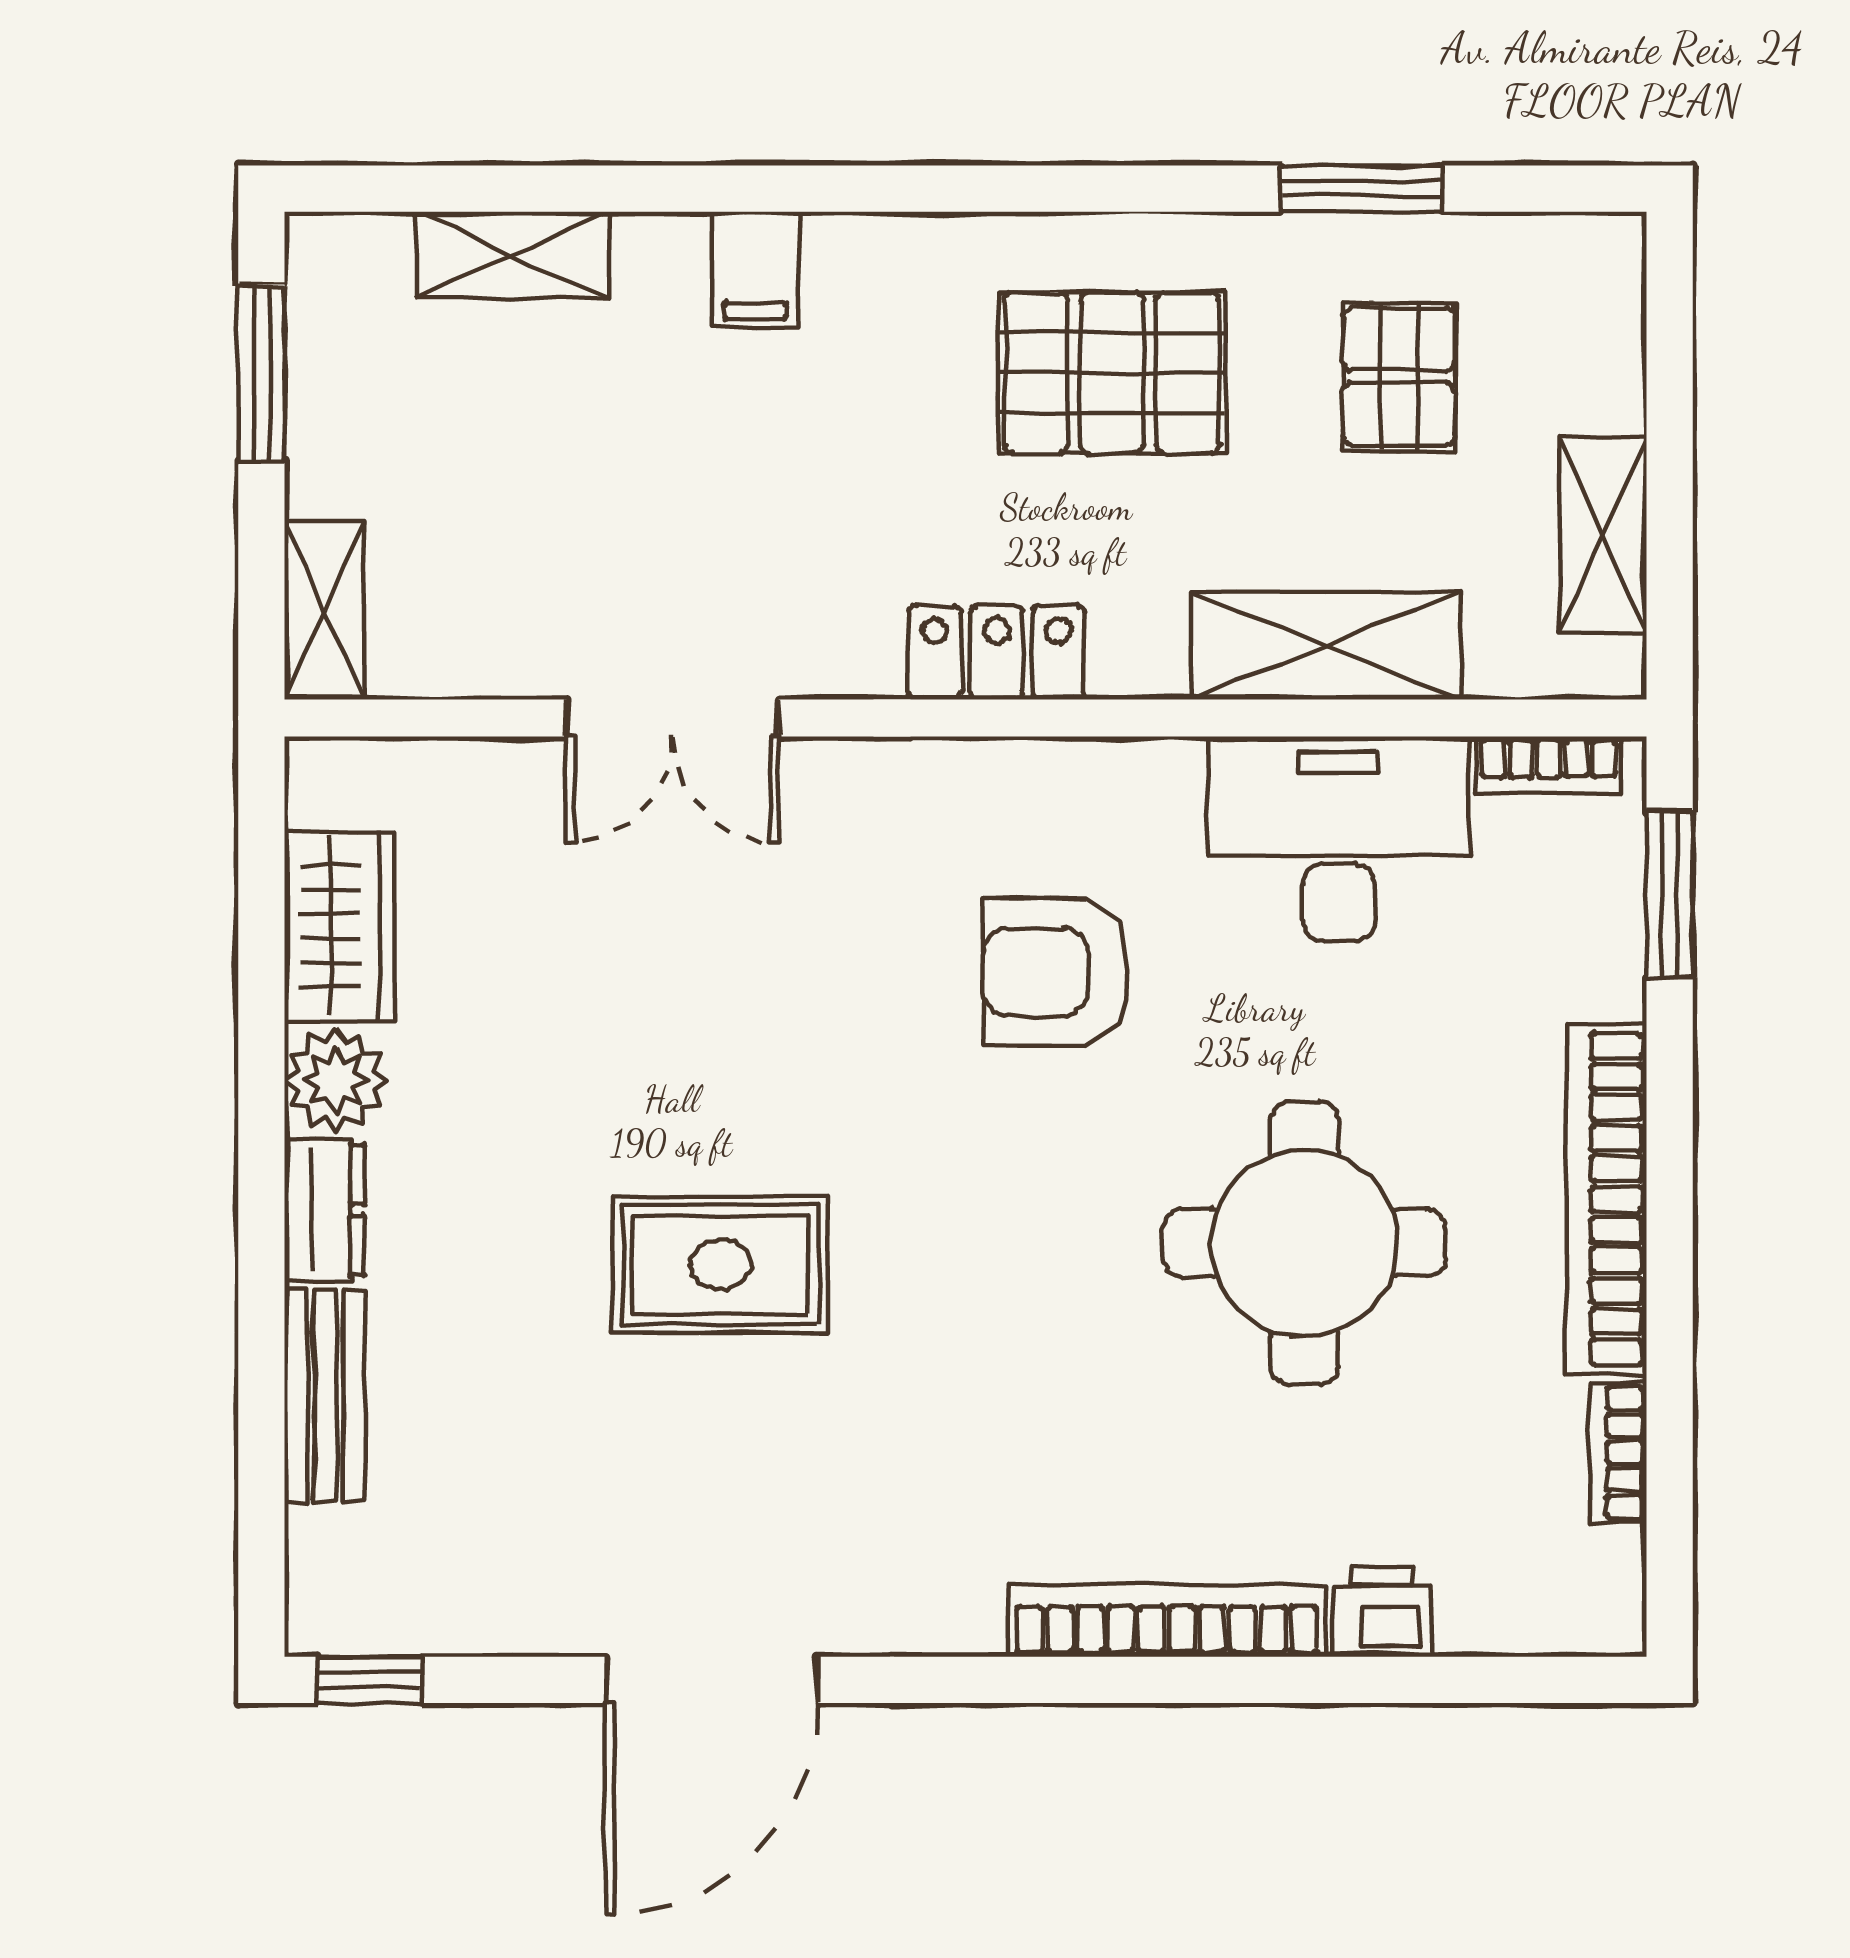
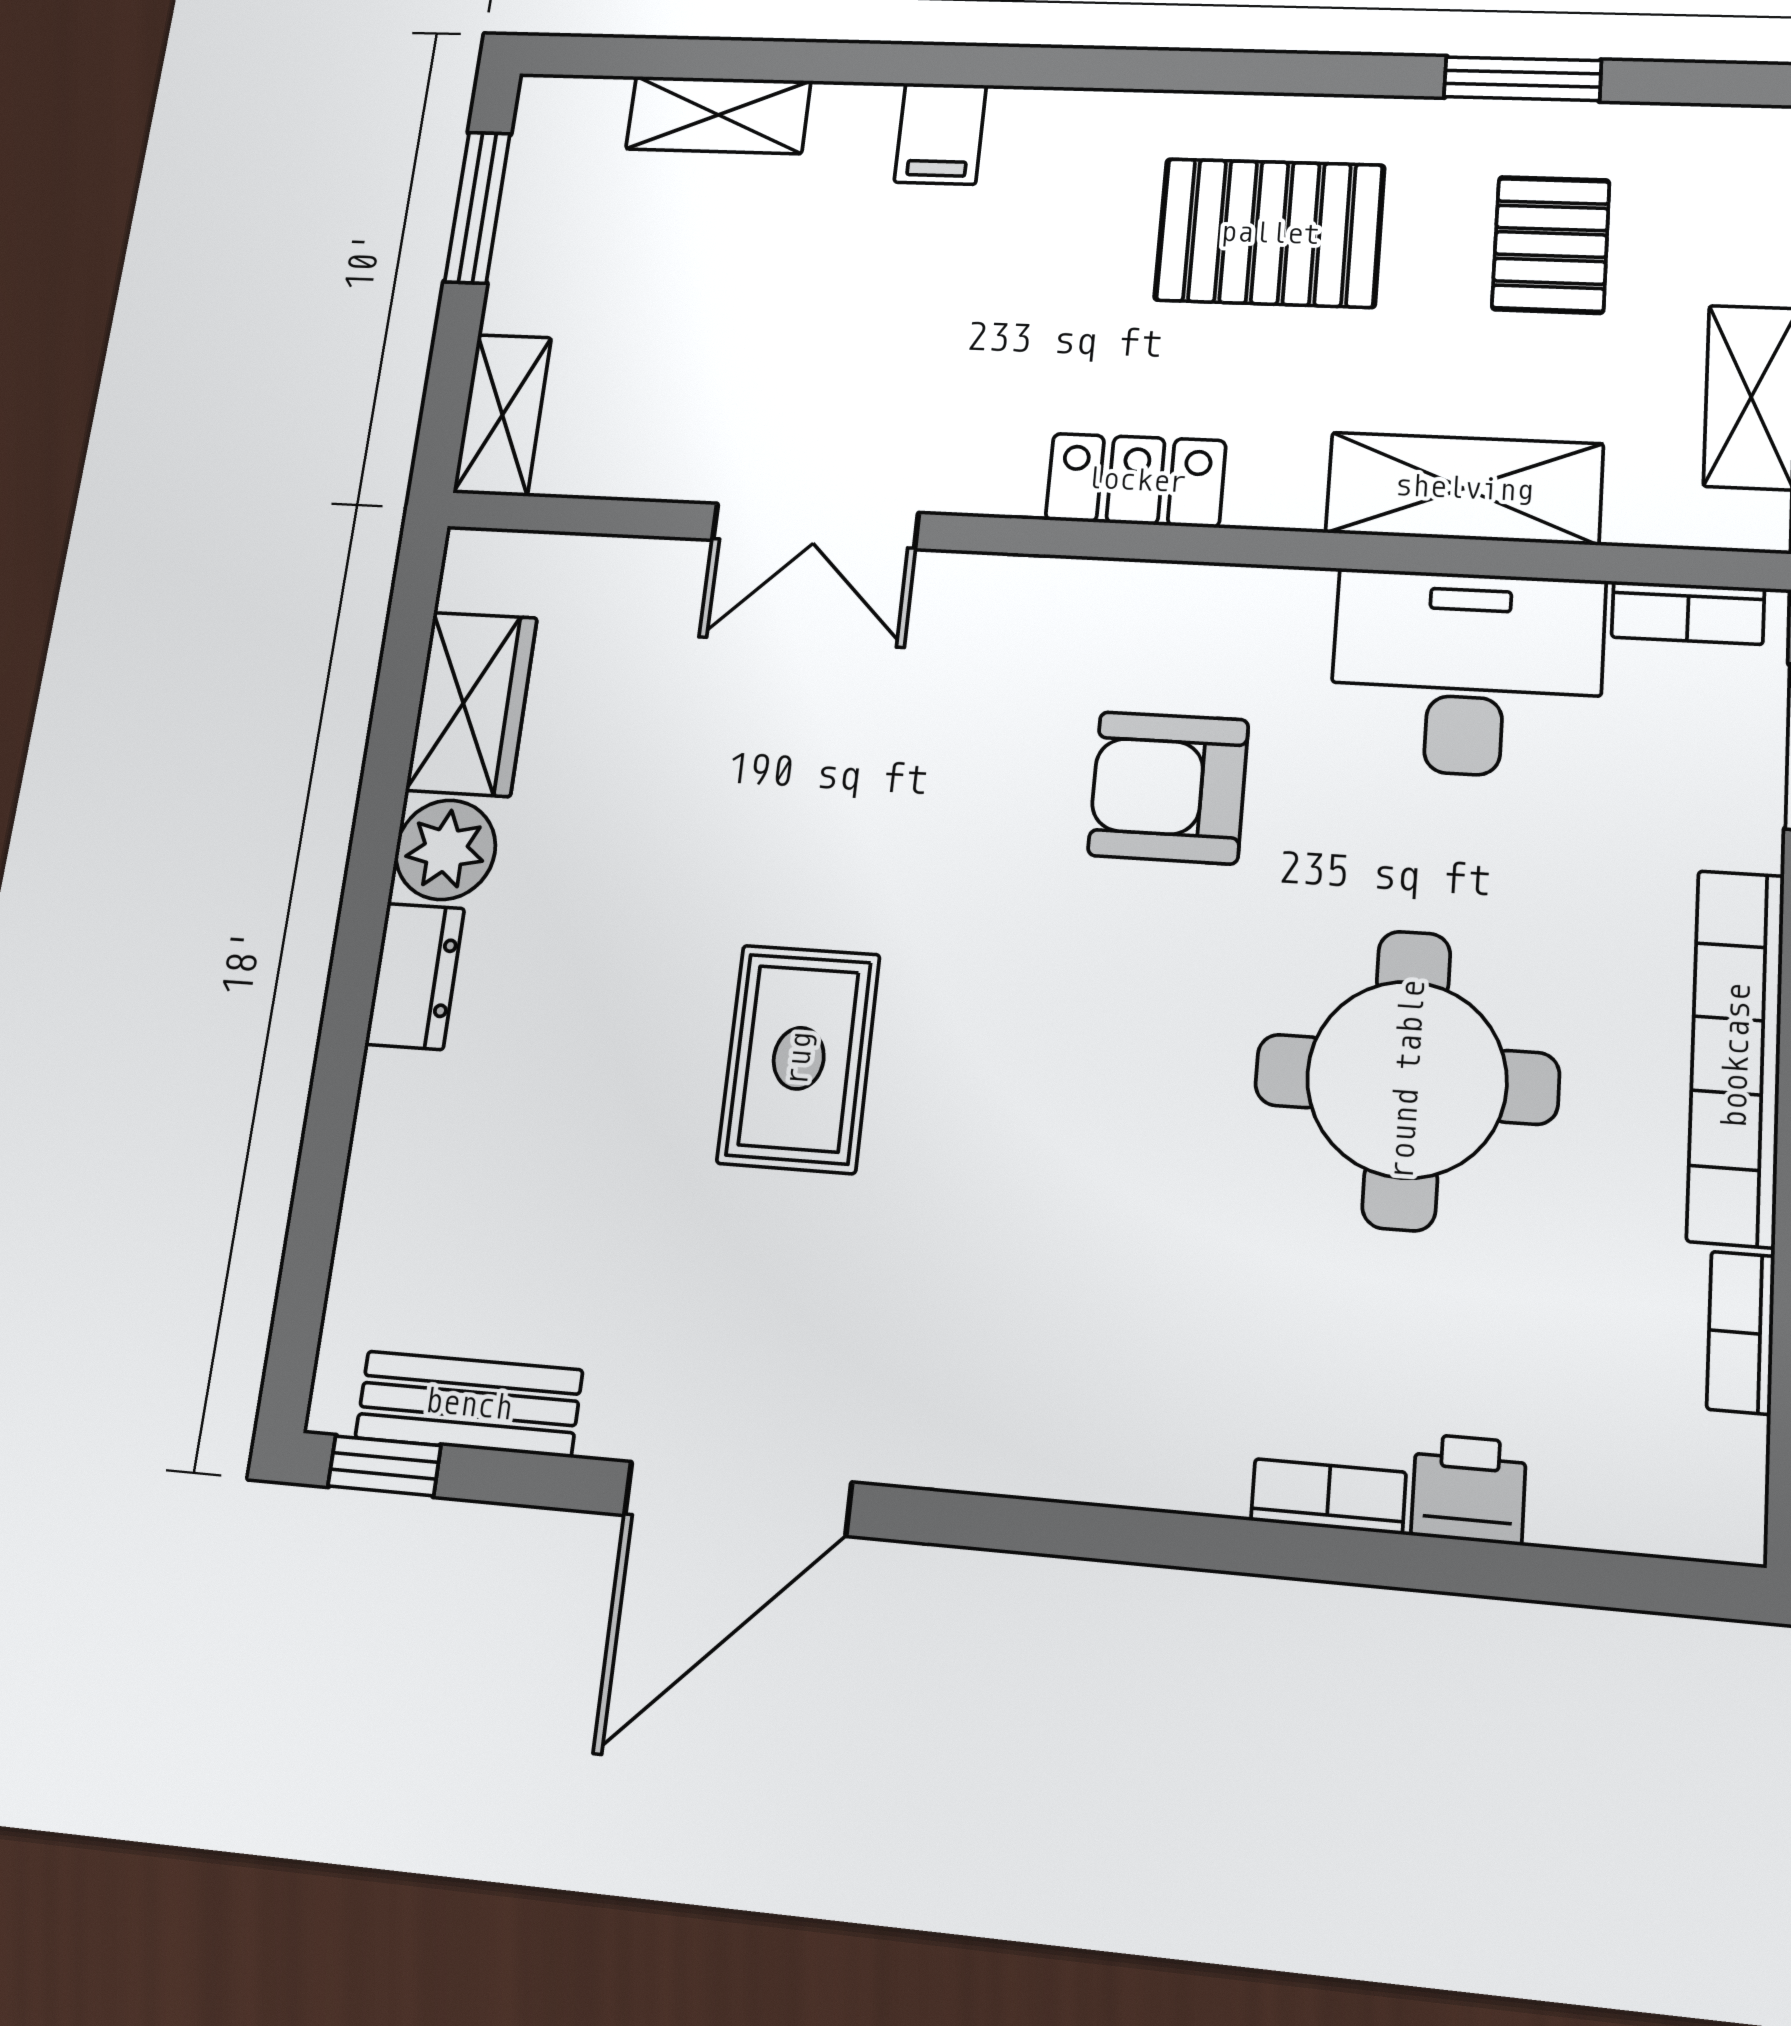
rug: (720, 1265) -> (799, 1058), turned 90
bench: (325, 1395) -> (469, 1404), moved, turned 90
bookcase: (1166, 1621) -> (1328, 1496), width x0.43, depth x0.76

